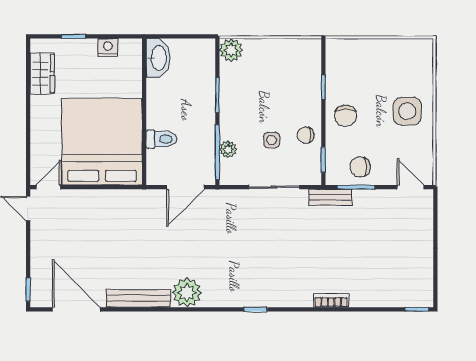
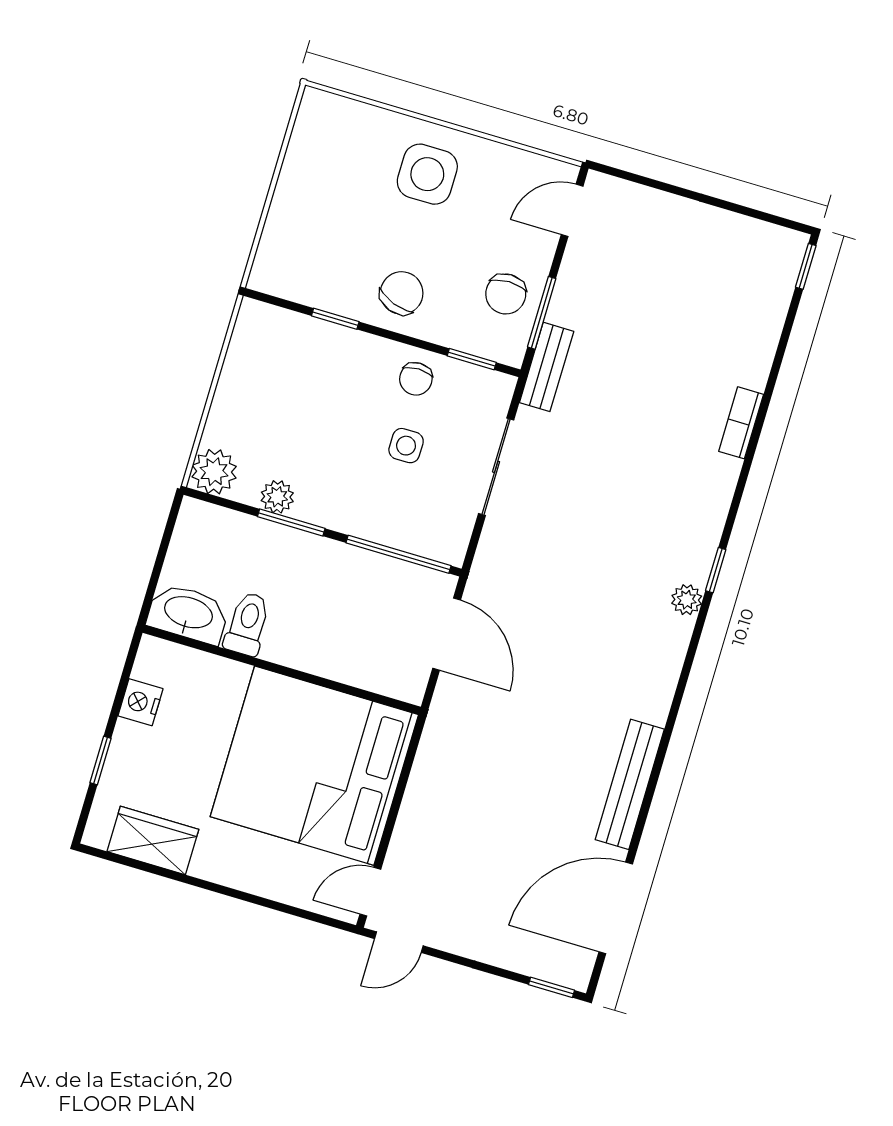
chair: (345, 116) -> (402, 293), turned -70
toilet: (162, 139) -> (247, 624), moved
plant: (228, 149) -> (277, 497), moved
door: (49, 187) -> (370, 892), hinge flipped
plant: (187, 293) -> (687, 600), moved, width x0.53, depth x0.53

